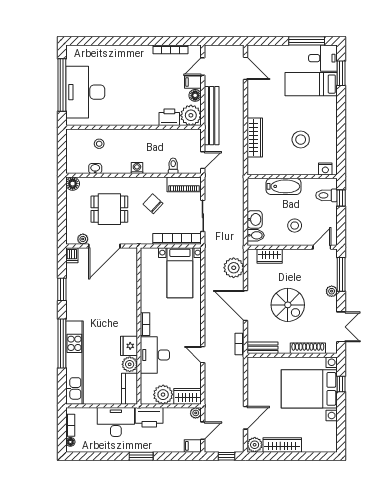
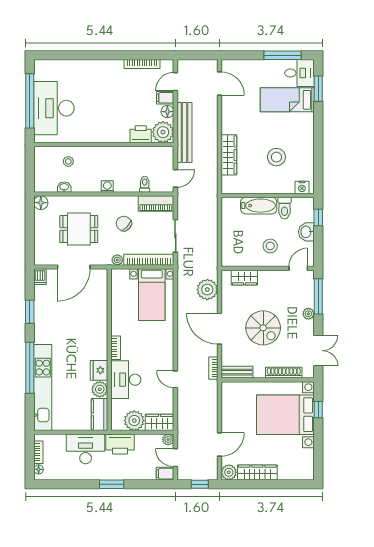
toilet: (326, 195) -> (285, 208), moved, turned -90
washbasin: (255, 219) -> (306, 232), moved, turned 180
bidet: (256, 235) -> (230, 256), removed
plant: (83, 239) -> (117, 260), moved
door: (203, 431) -> (175, 458), swing flipped

